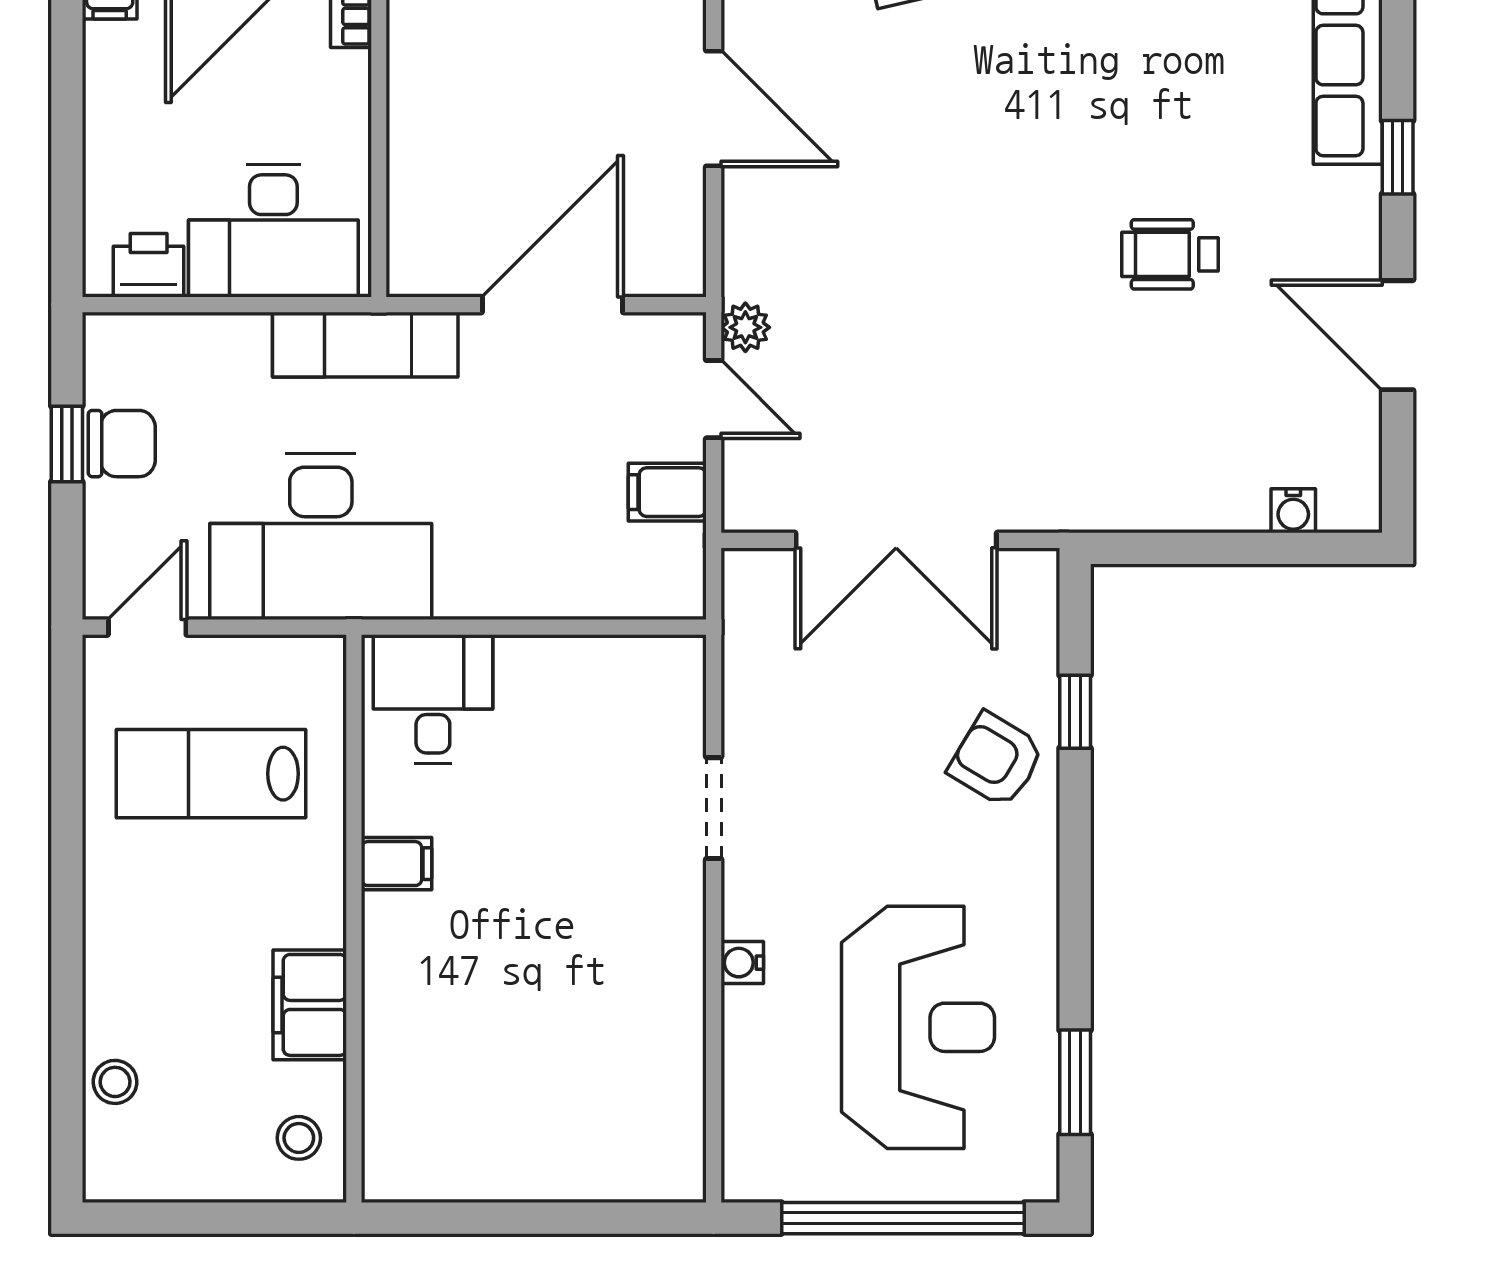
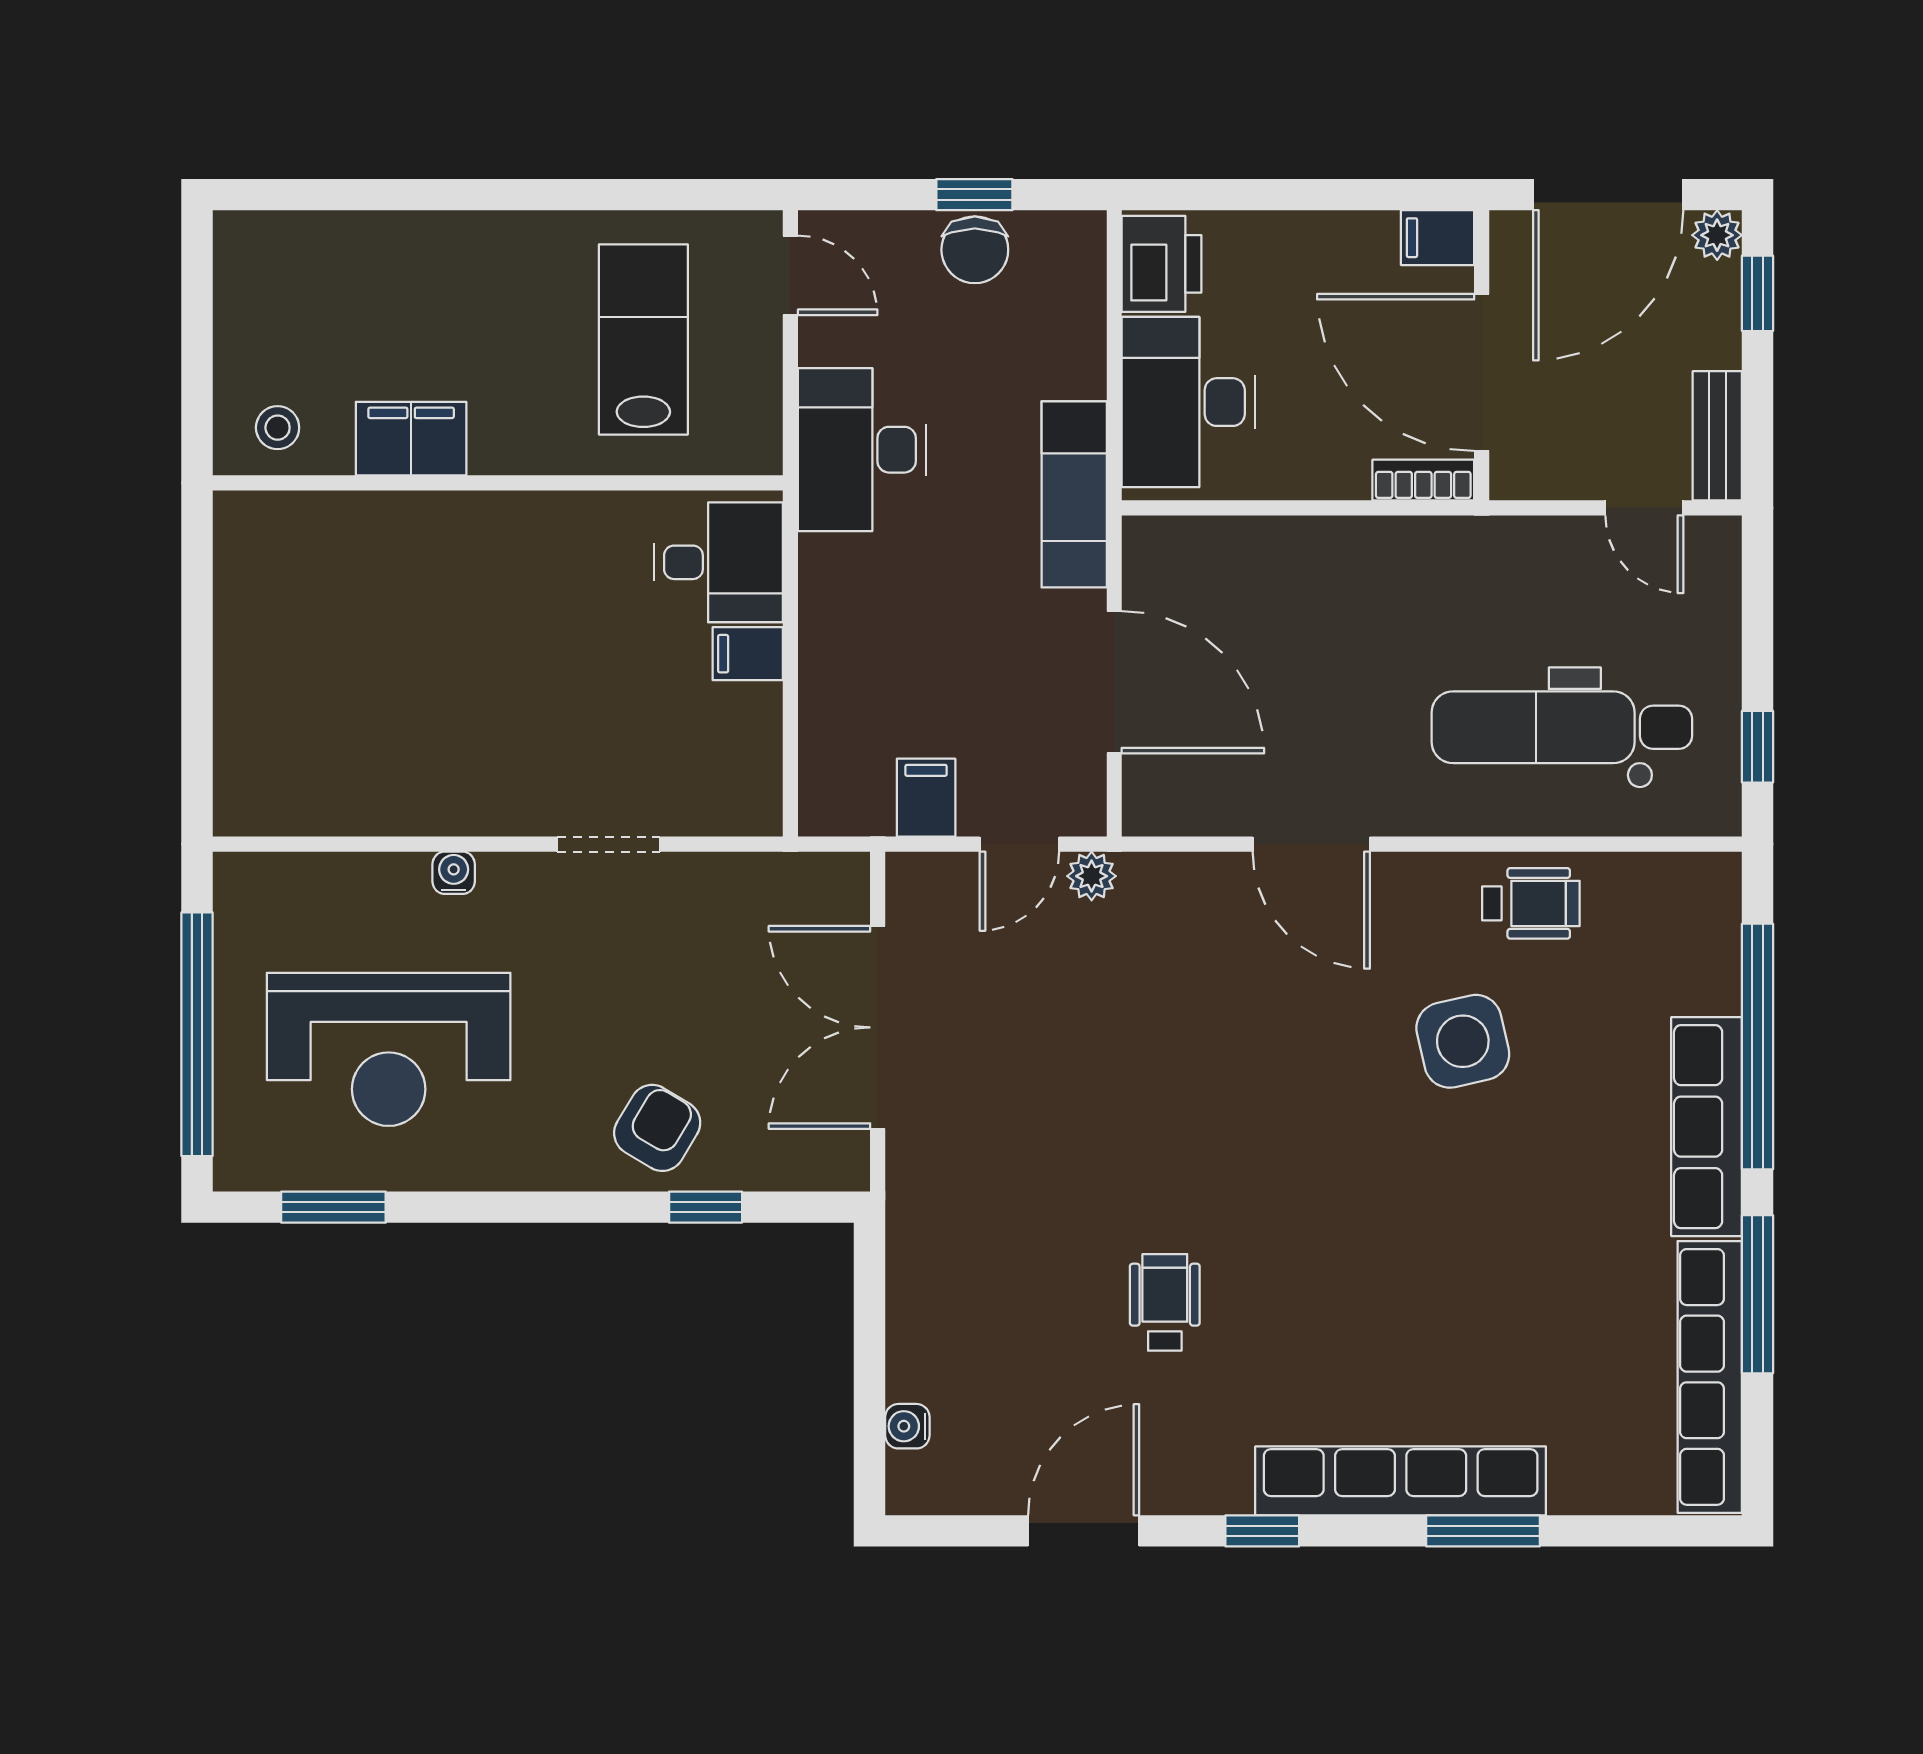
door: (714, 109) -> (1311, 844), hinge flipped
printer: (149, 265) -> (1162, 264), width x1.36, depth x1.24
desk: (321, 537) -> (862, 450), width x0.73, depth x0.77
filing cabinet: (396, 864) -> (748, 654), moved, turned 90
stool: (115, 1082) -> (334, 243), removed

